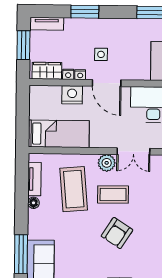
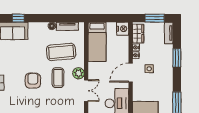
nightstand: (72, 95) -> (123, 29), moved
double door: (133, 151) -> (86, 91), swing flipped
armchair: (117, 233) -> (33, 81), turned 57
window: (21, 254) -> (18, 18), width x0.46

